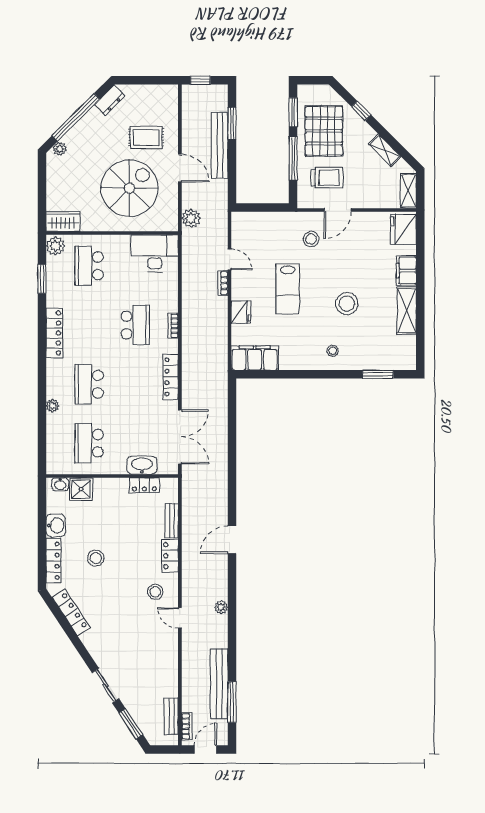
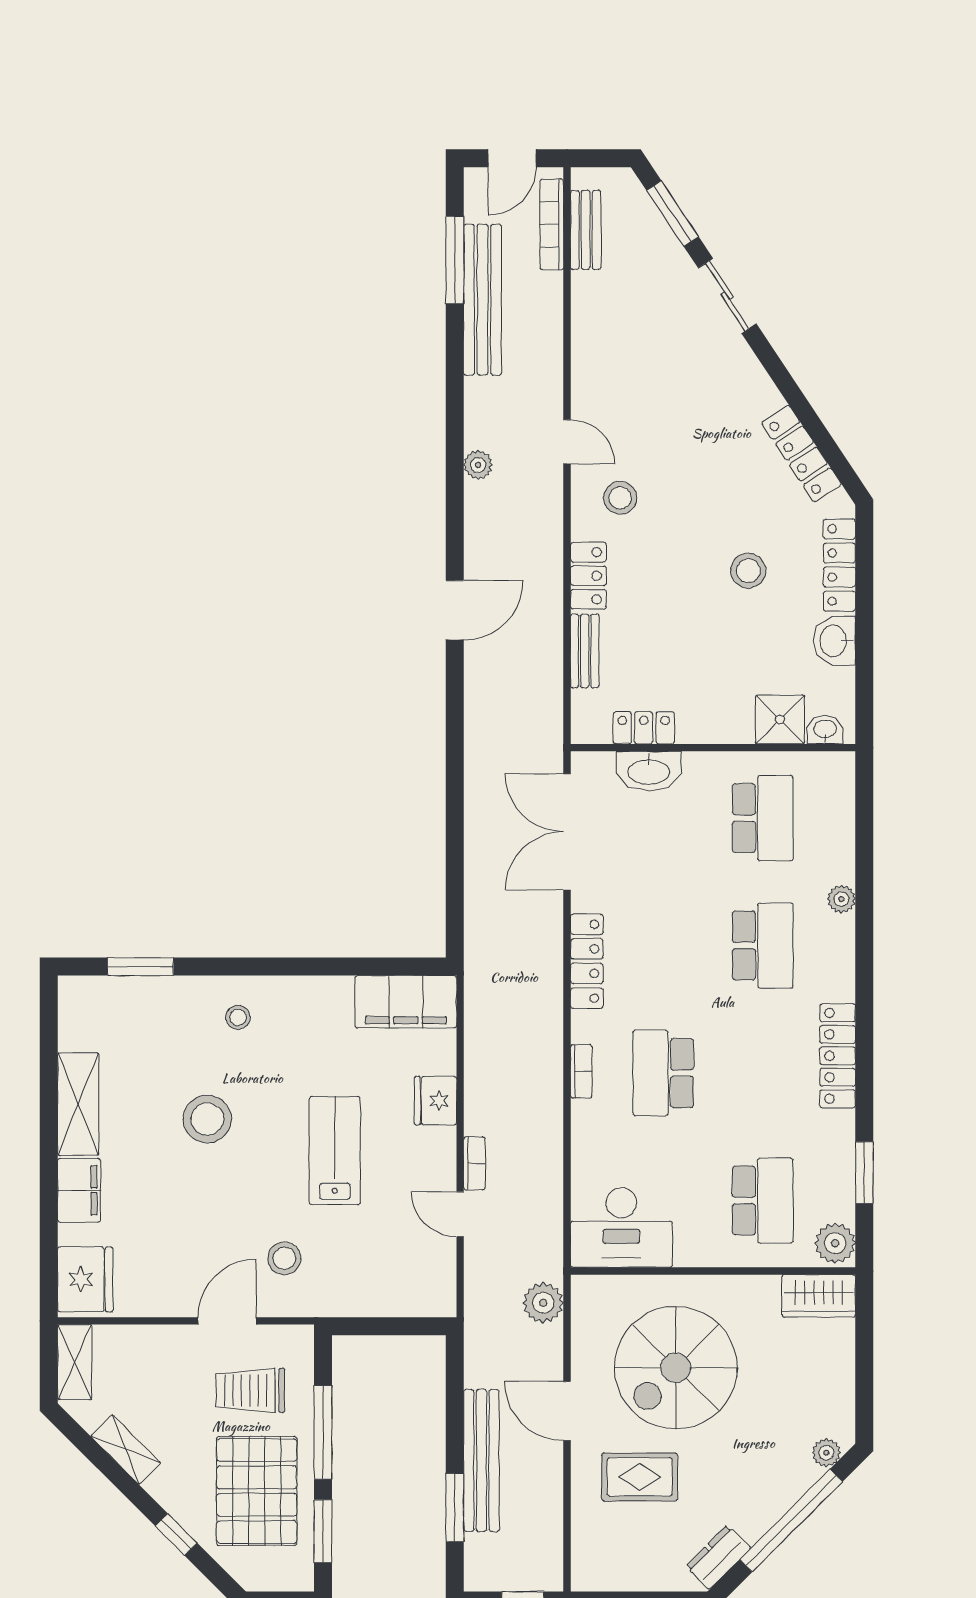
bookcase: (187, 726) -> (552, 225), width x1.56

